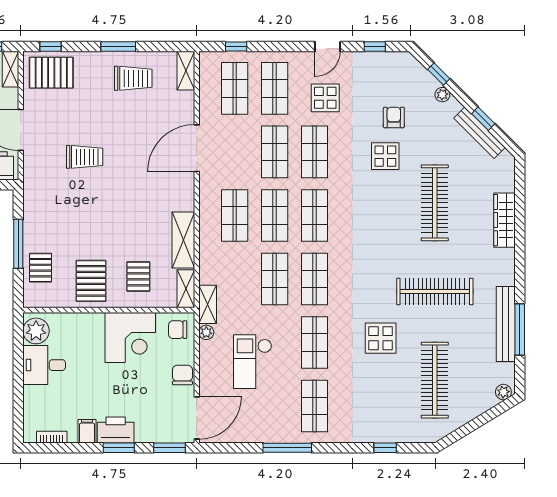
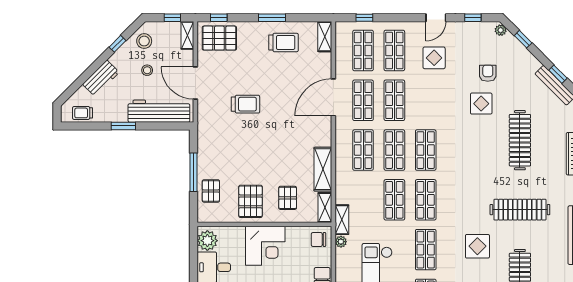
plant: (442, 95) -> (501, 30), moved
shop shelf: (315, 152) -> (363, 100), moved
corner desk: (130, 338) -> (265, 246), moved

